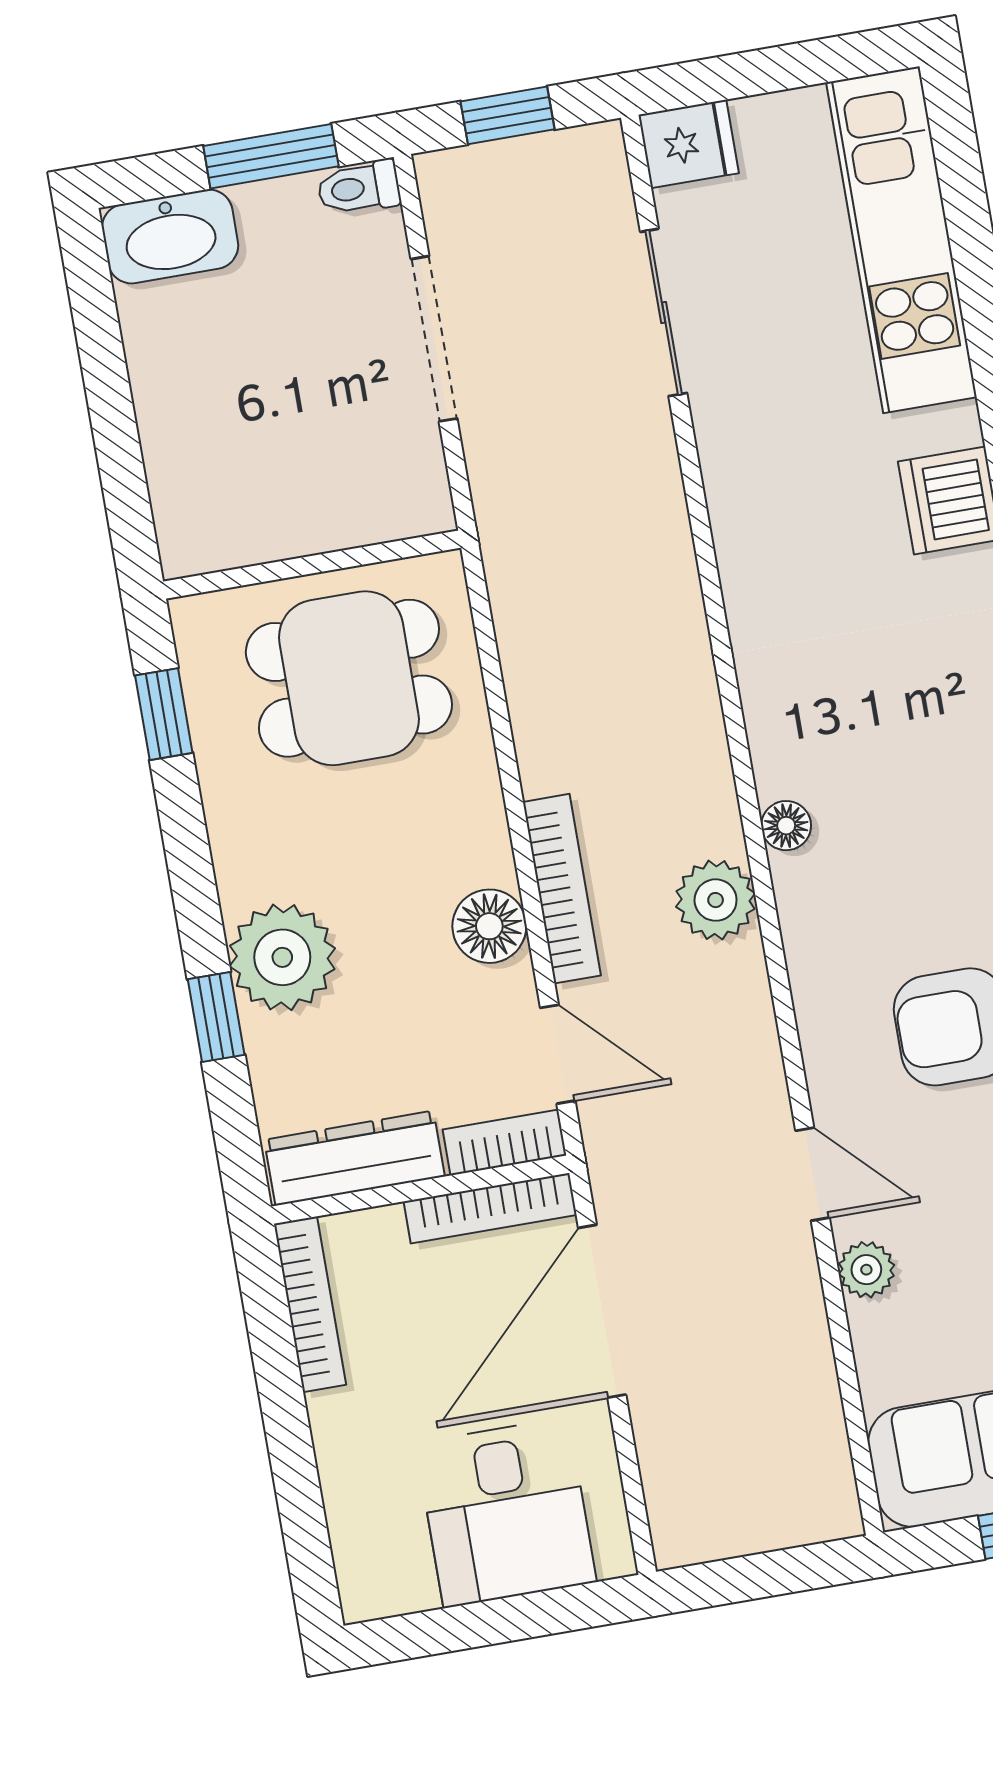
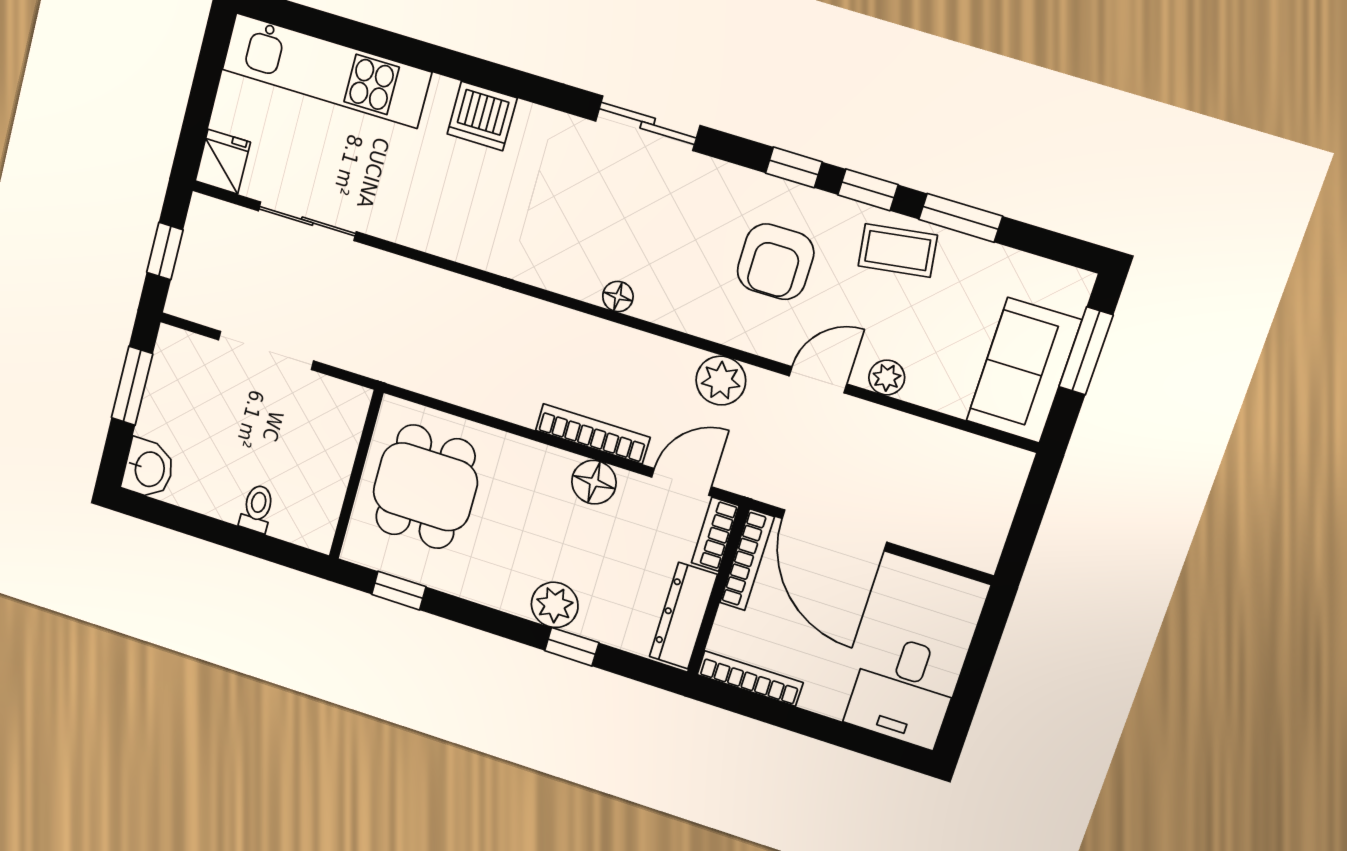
toilet: (359, 188) -> (257, 509), moved, turned 180
washbasin: (170, 236) -> (148, 469), width x0.72
plant: (716, 900) -> (721, 381), moved
plant: (282, 957) -> (555, 605), width x0.73, depth x0.73
desk: (506, 1513) -> (903, 691), moved, turned 90

